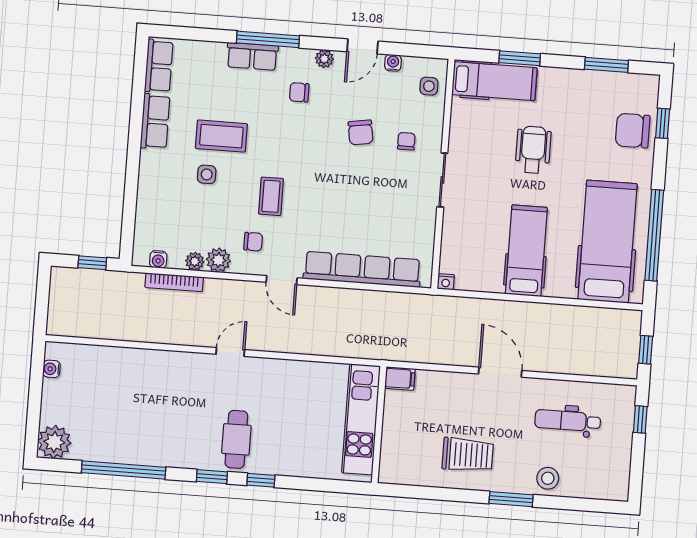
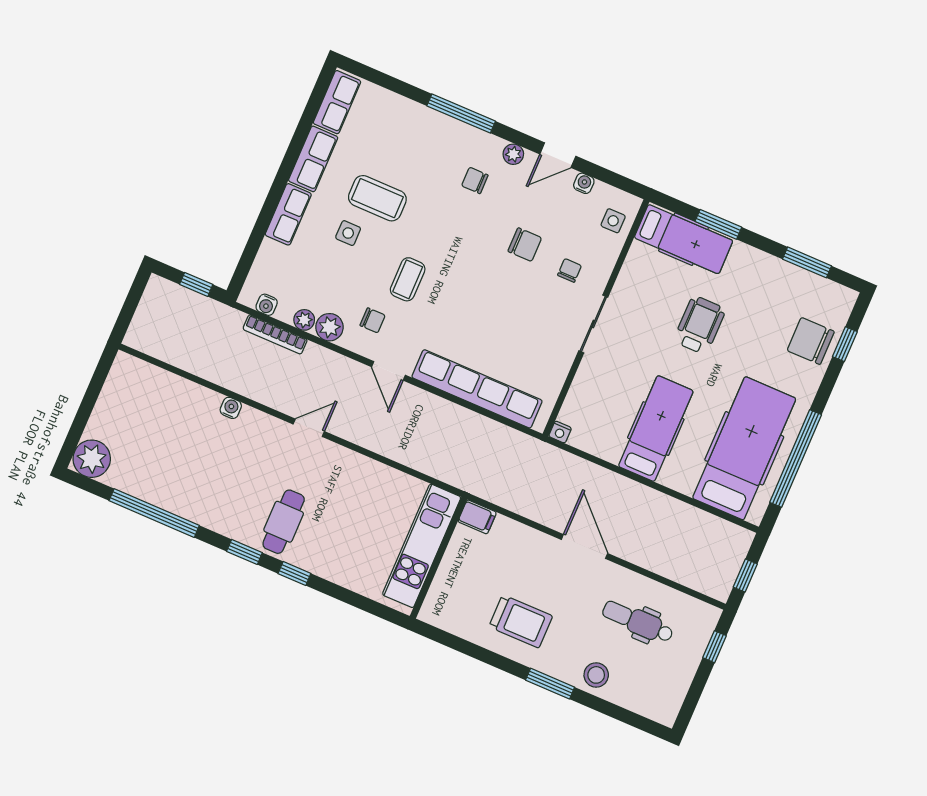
row of seats: (252, 56) -> (288, 214), moved, turned -90
chair: (361, 132) -> (525, 245), turned -81
water cooler: (51, 369) -> (231, 408), moved, turned 90

